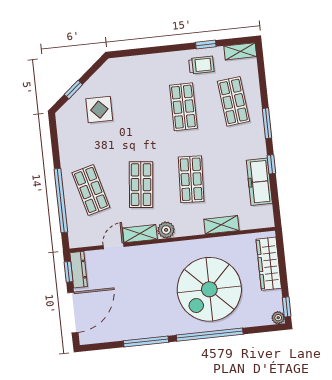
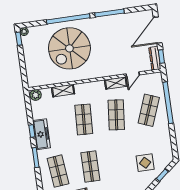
freezer: (259, 182) -> (42, 134), moved
shop shelf: (91, 190) -> (149, 110), turned 36
plant: (166, 230) -> (36, 95), moved
wardrobe: (269, 264) -> (31, 66), removed
spiral stairs: (209, 289) -> (69, 48), turned 180

